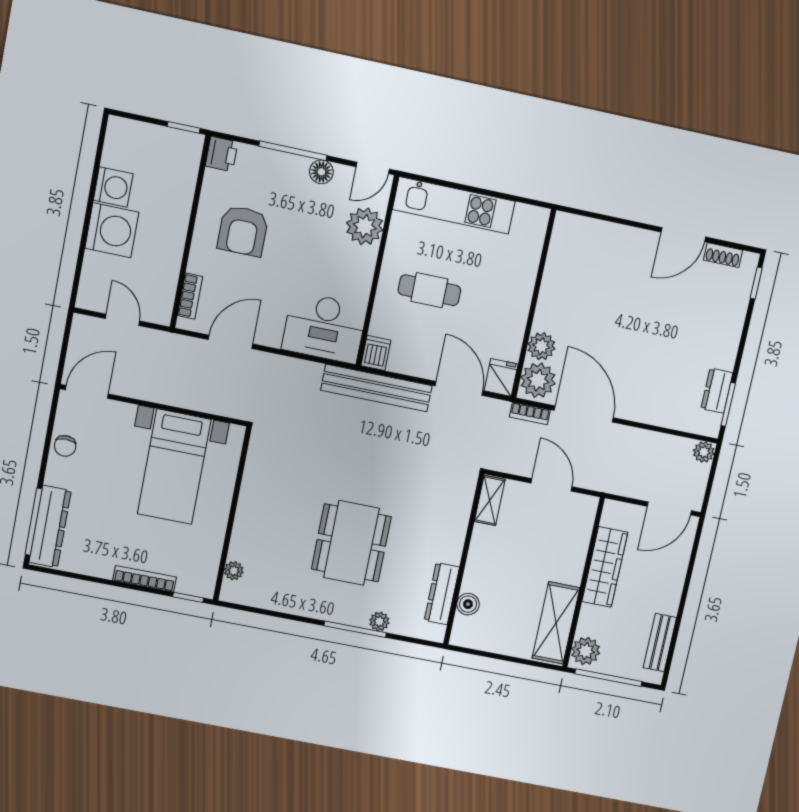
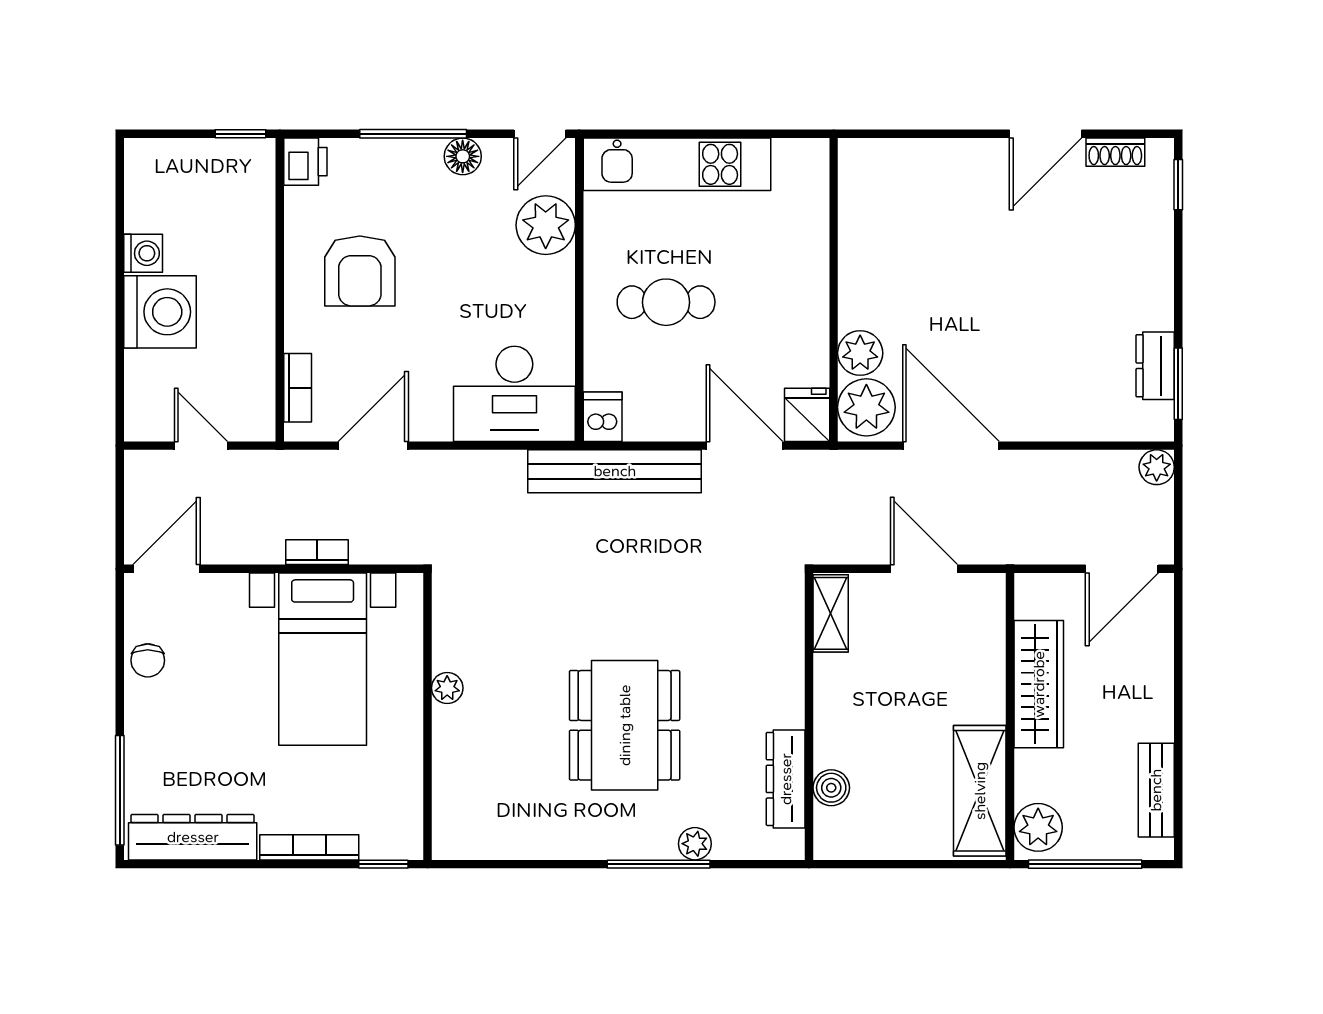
washing machine: (113, 187) -> (143, 253), width x0.73, depth x0.73
bookcase: (530, 413) -> (317, 552), moved, turned 180
dresser: (50, 527) -> (193, 837), moved, turned -90
plant: (234, 571) -> (447, 688), moved

